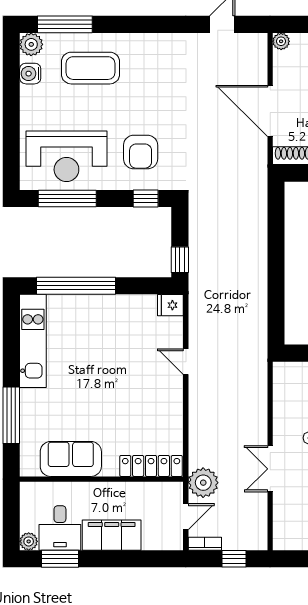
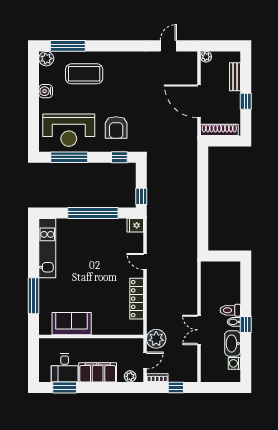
water cooler: (30, 74) -> (46, 91), moved
window: (76, 286) -> (93, 213), moved
locker: (151, 466) -> (137, 299), moved, turned -90
plant: (29, 541) -> (130, 376), moved

